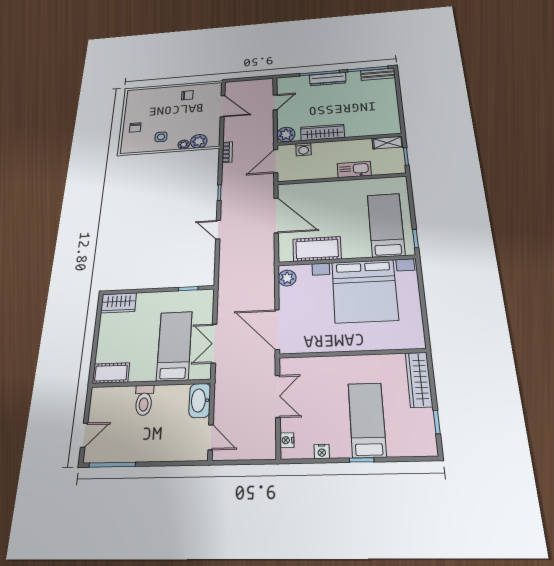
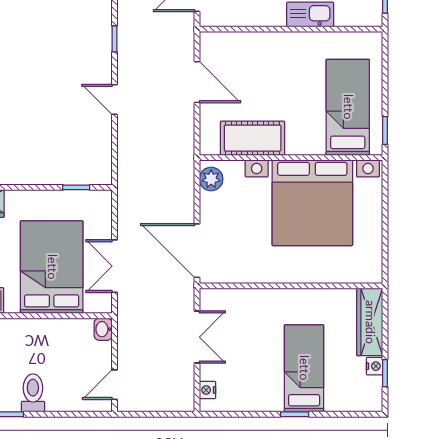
door: (276, 215) -> (197, 82), width x0.73
bed: (174, 346) -> (52, 267), width x1.50
toilet: (144, 400) -> (33, 393), moved, turned 180
washbasin: (200, 400) -> (103, 329), width x0.52, depth x0.69
door: (211, 437) -> (115, 385), swing flipped
nightstand: (322, 451) -> (374, 366), moved, turned -90

